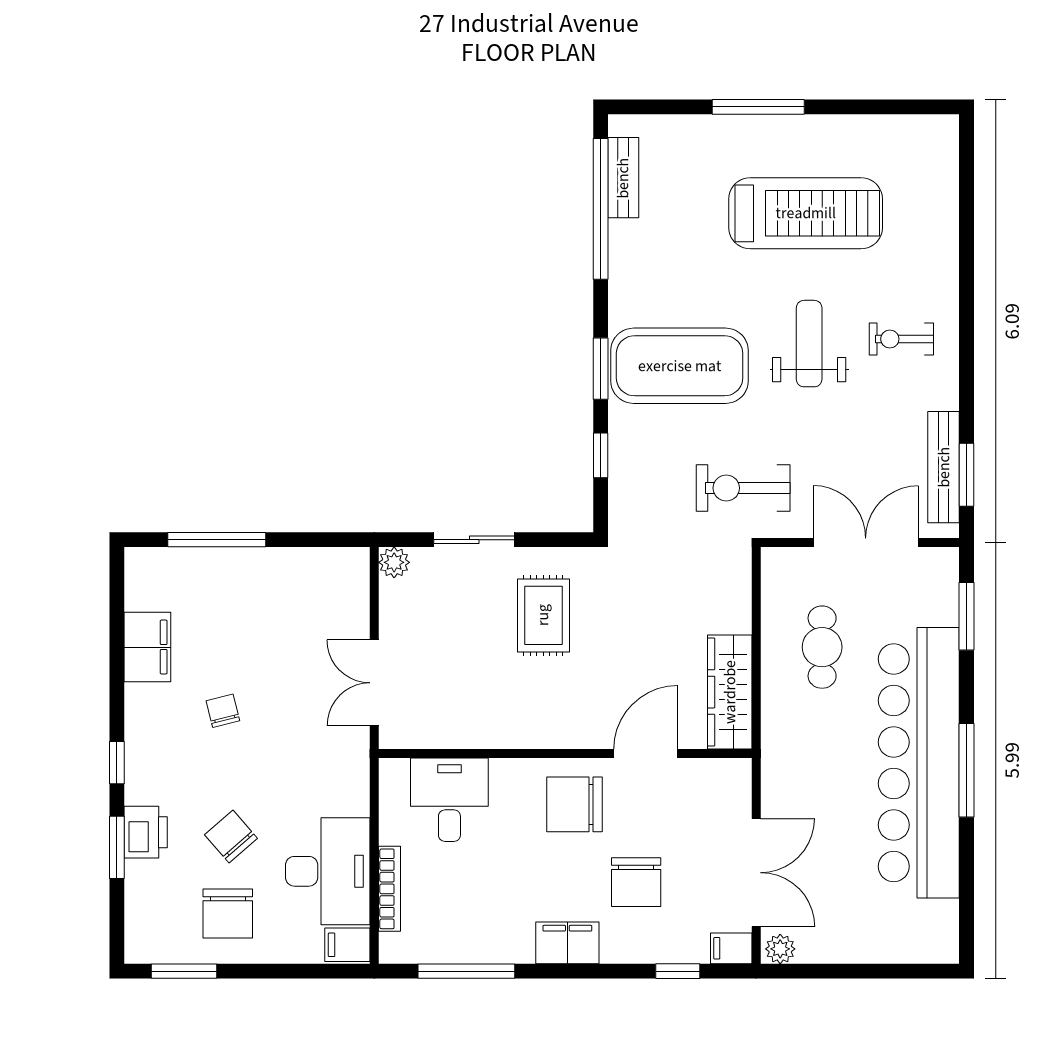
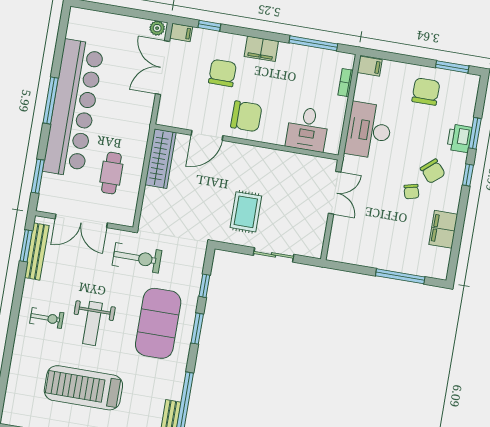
exercise mat: (680, 366) -> (158, 323), turned 90
plant: (394, 562) -> (315, 250), removed
chair: (231, 837) -> (433, 171), moved
desk: (328, 871) -> (369, 130), moved
bookcase: (390, 889) -> (346, 83), width x0.64

